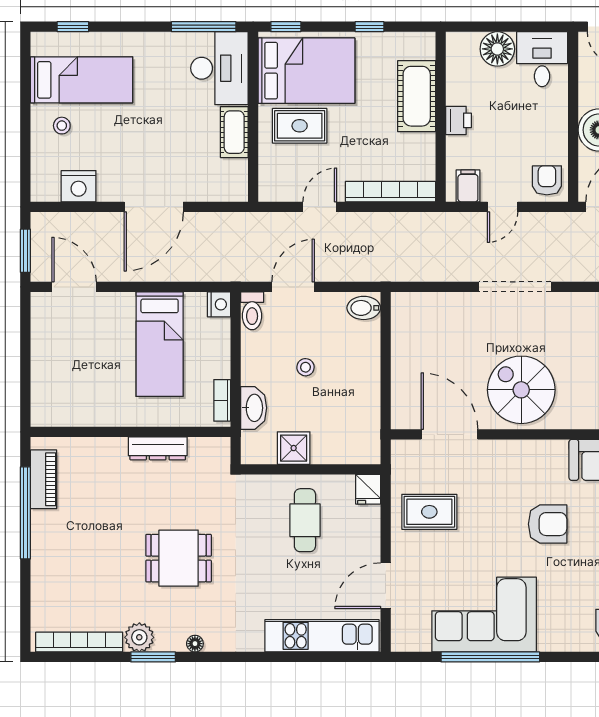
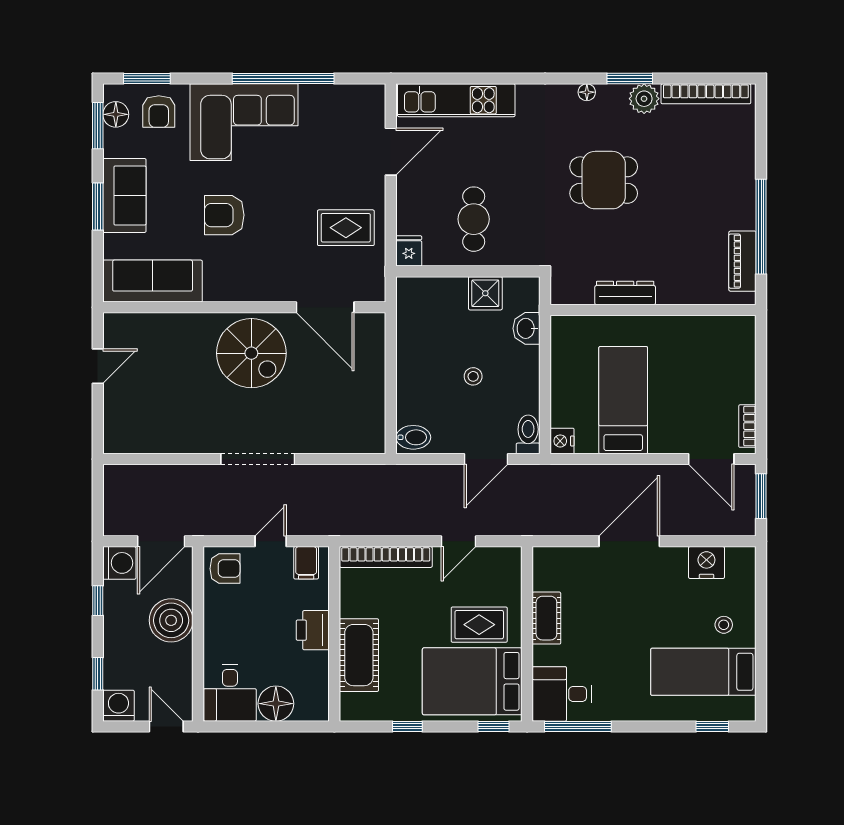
desk: (219, 68) -> (562, 694), width x0.73
printer: (458, 120) -> (313, 630), width x1.36, depth x1.24
armchair: (547, 180) -> (225, 569), turned -90
bookcase: (222, 400) -> (747, 426), moved, turned 180
washbasin: (254, 408) -> (526, 328), width x0.72
corner sofa: (484, 615) -> (244, 122), moved

